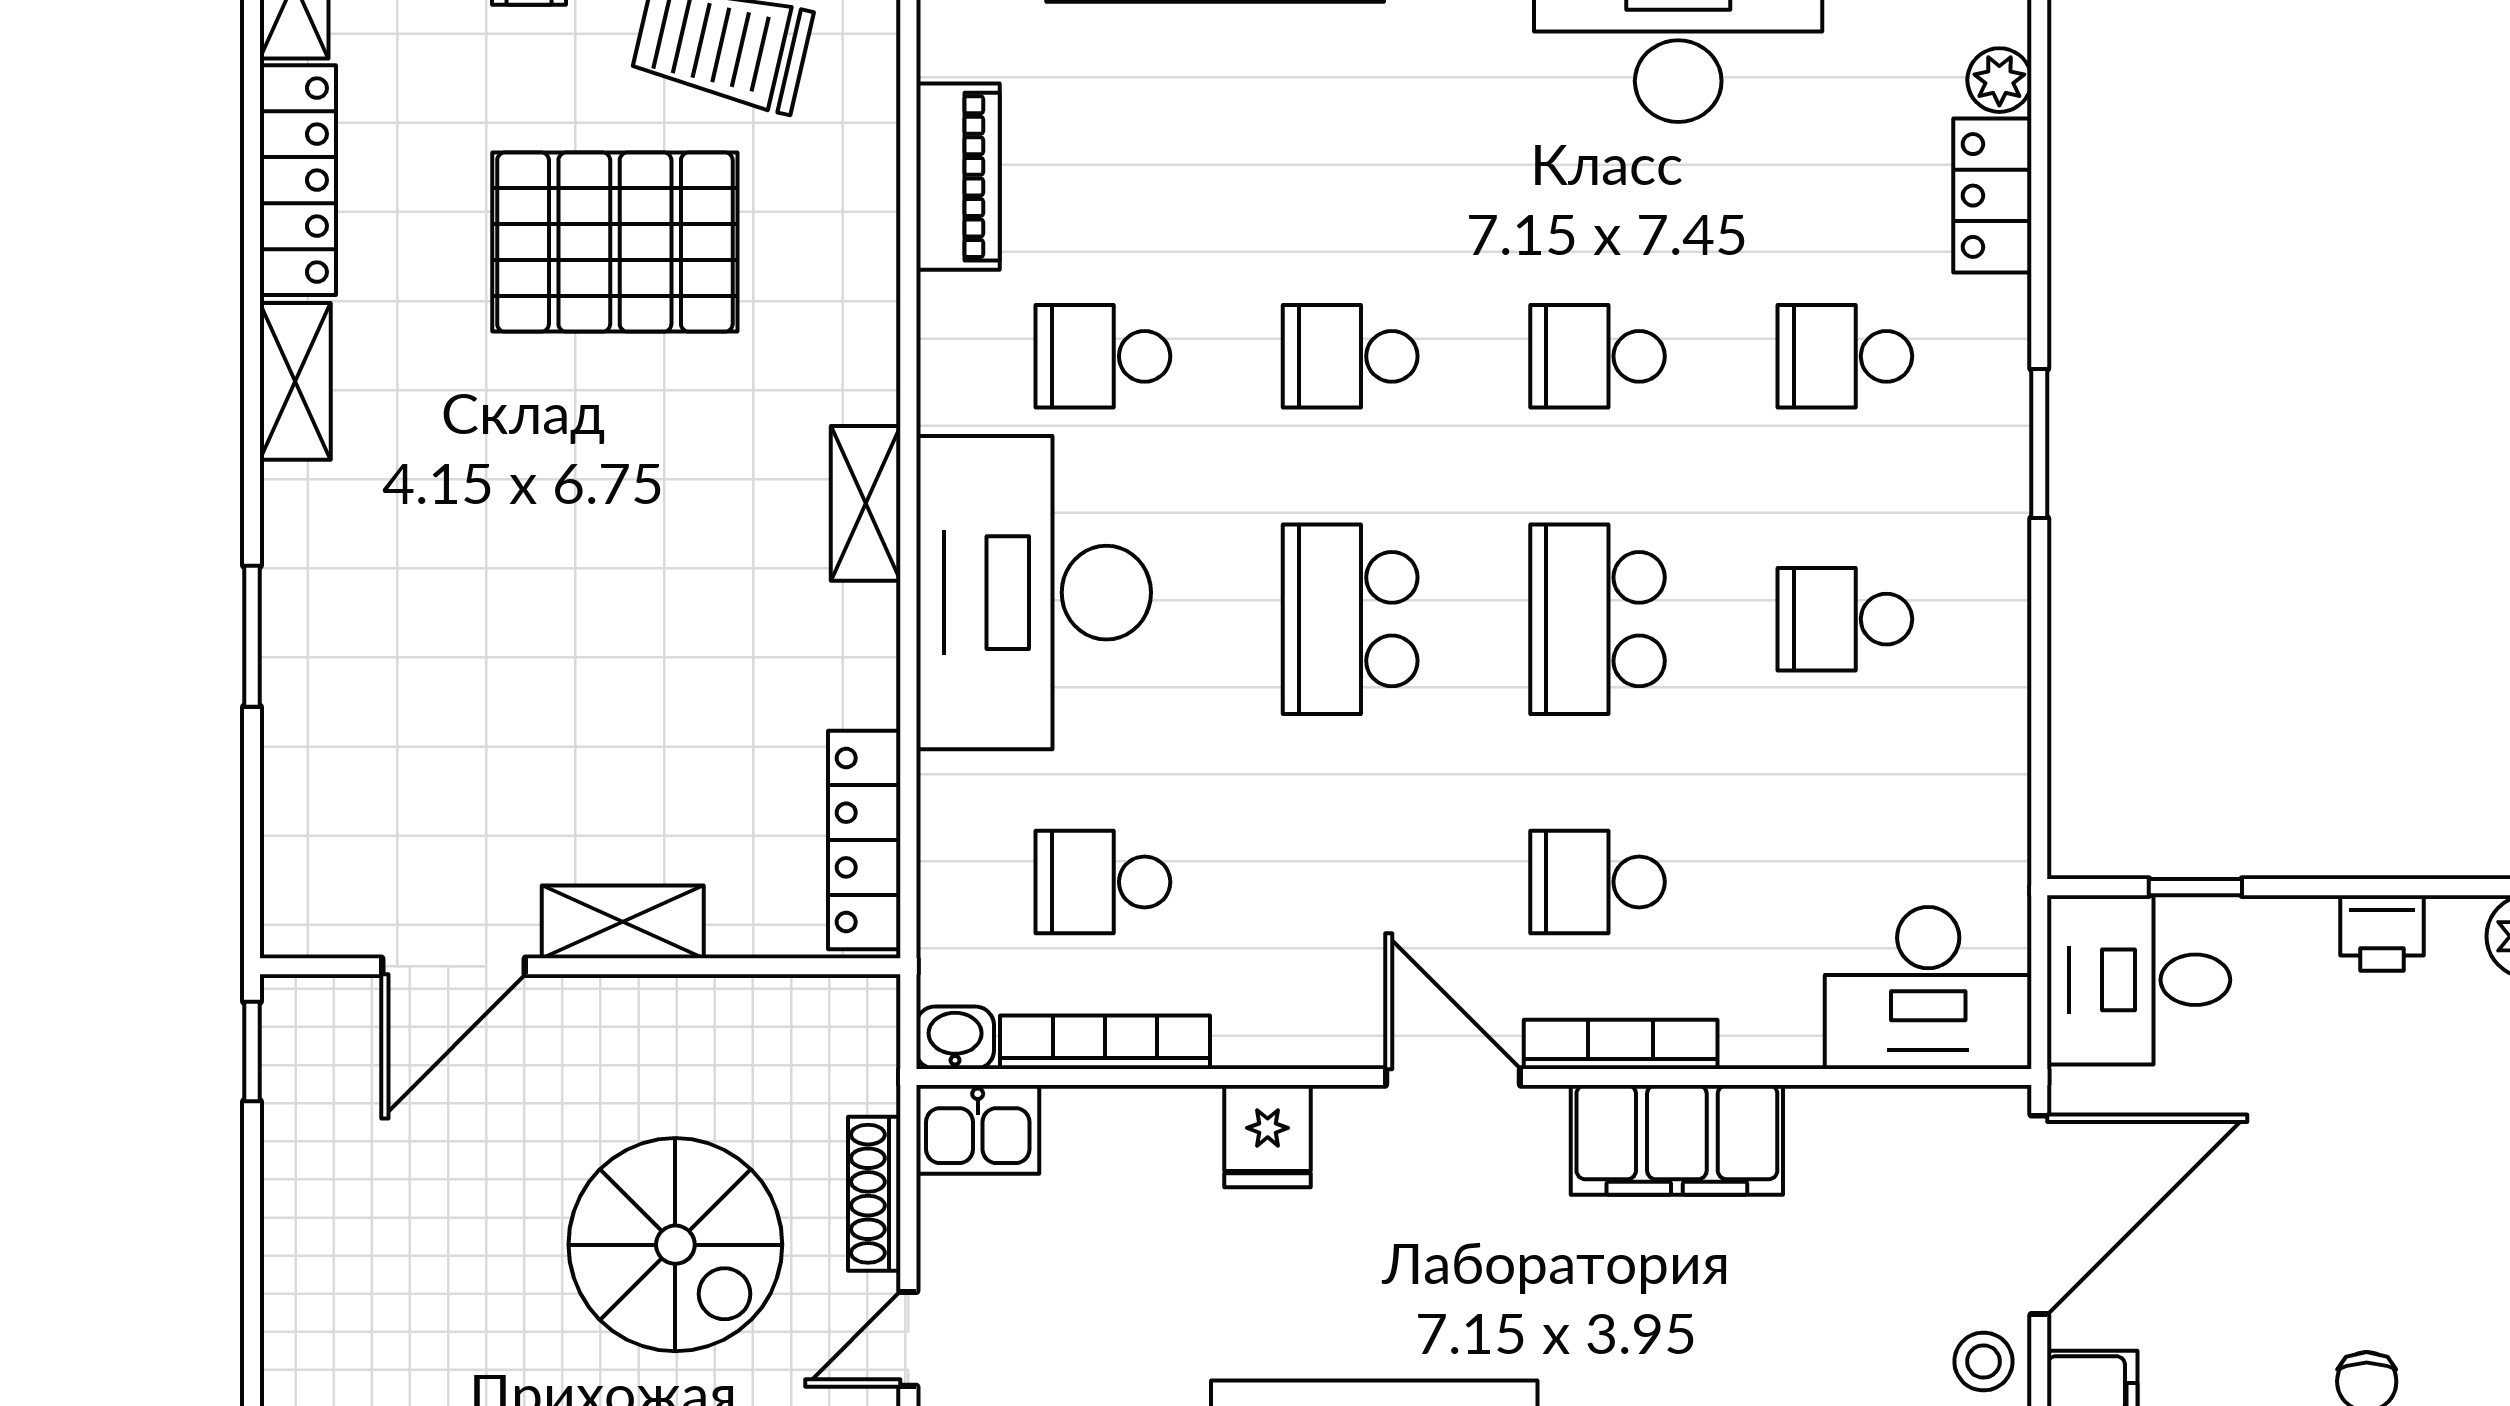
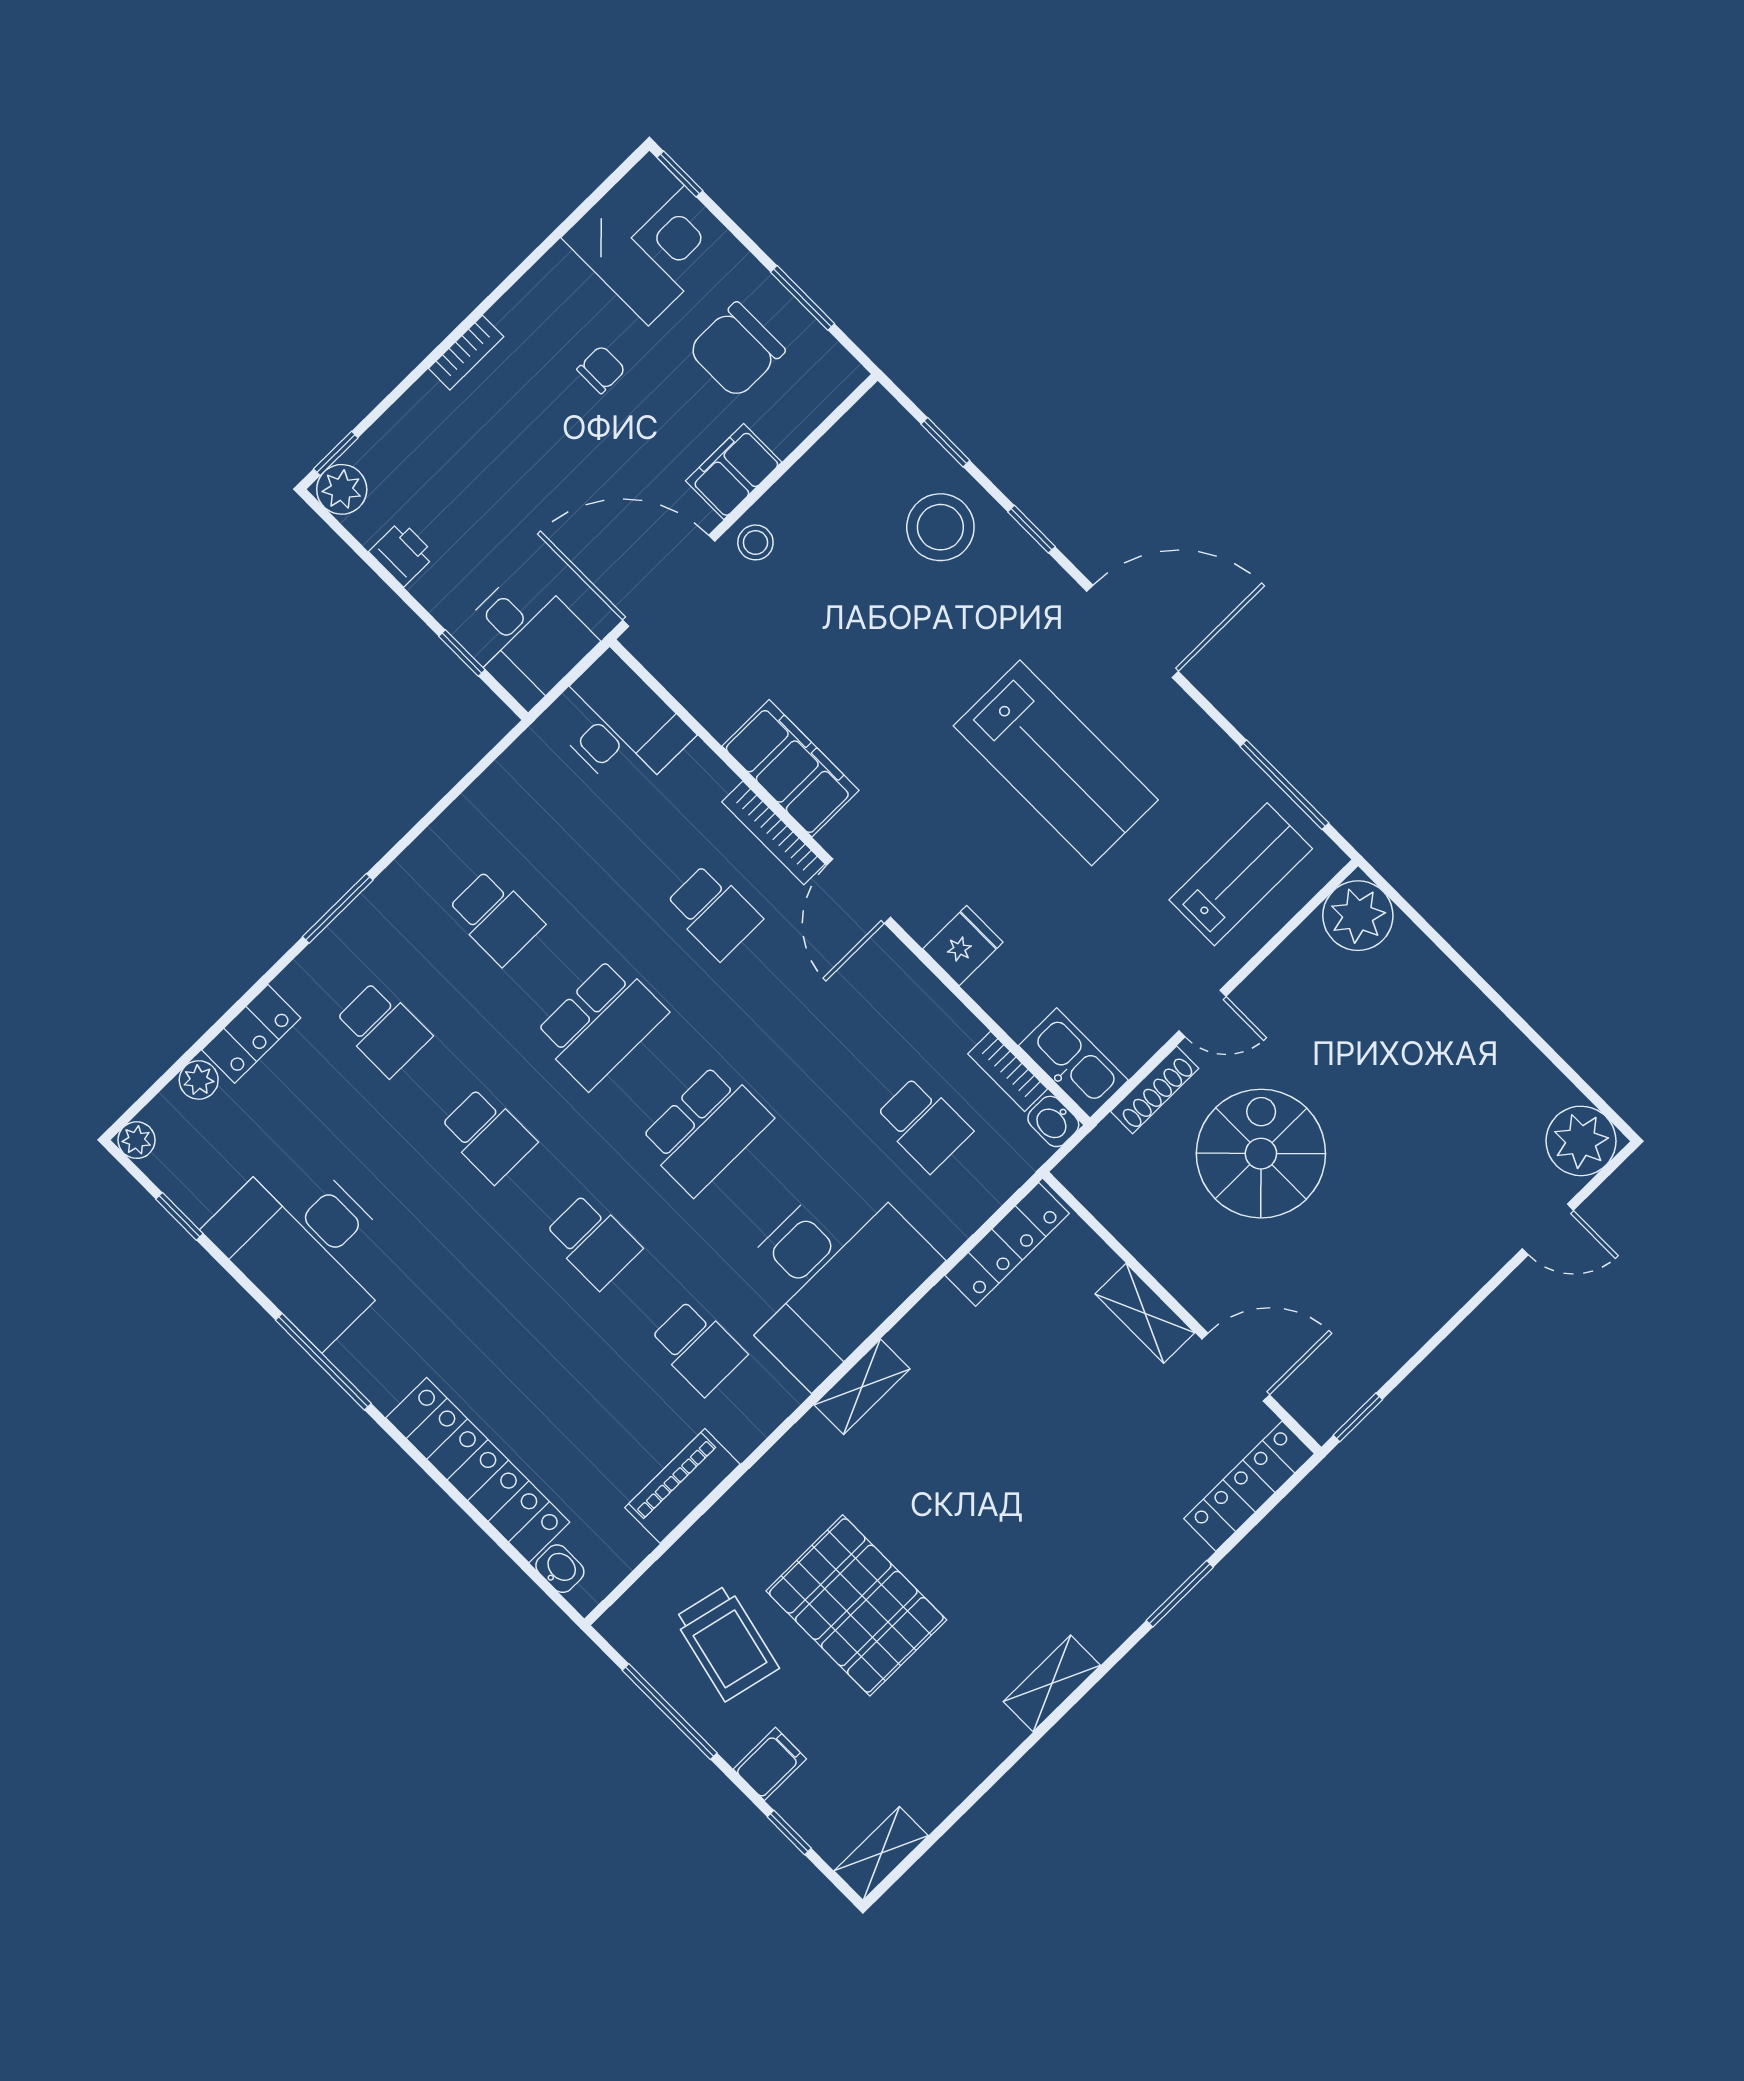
locker: (298, 180) -> (1249, 1486), moved
bookcase: (1105, 1042) -> (1008, 1071), width x0.64
kitchen sink: (978, 1129) -> (1073, 1063), width x1.38

